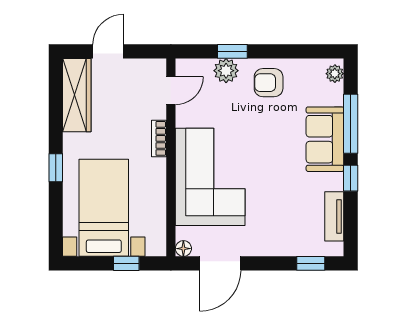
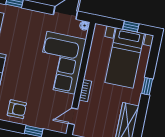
plant: (226, 71) -> (39, 121), removed
window: (126, 263) -> (131, 26), moved

